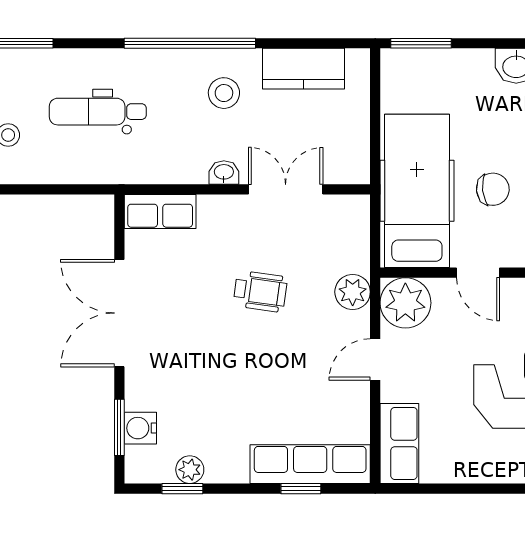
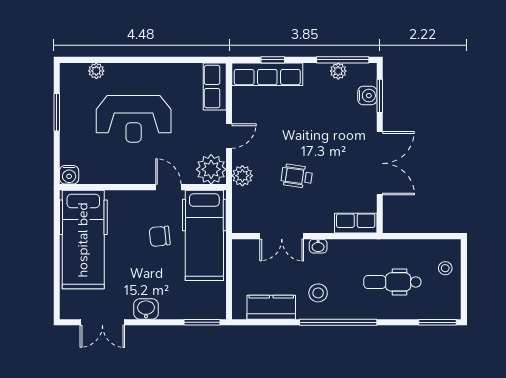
dental chair: (98, 112) -> (392, 282), turned 180
window: (182, 489) -> (343, 60), width x2.17

